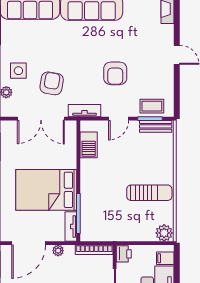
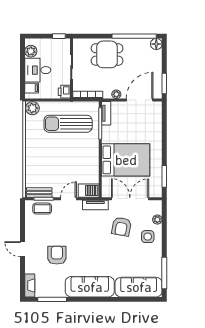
armchair: (115, 73) -> (57, 255), moved
barbecue: (89, 145) -> (89, 191), moved, turned 90
bed: (46, 190) -> (126, 160), moved
sun lounger: (149, 193) -> (68, 124), moved, width x1.36, depth x1.34

